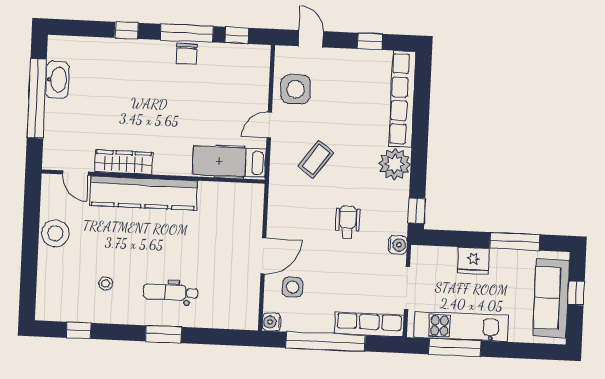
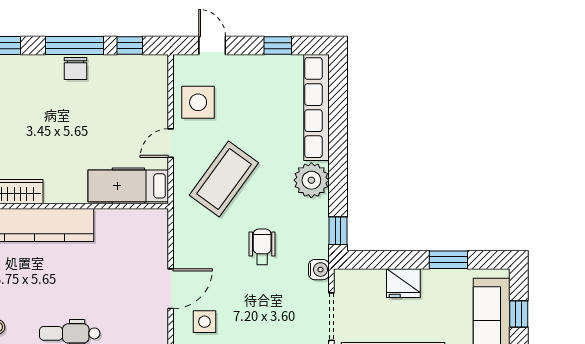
coffee table: (316, 159) -> (224, 179), width x1.86, depth x1.72
window: (515, 241) -> (448, 260), width x0.69

